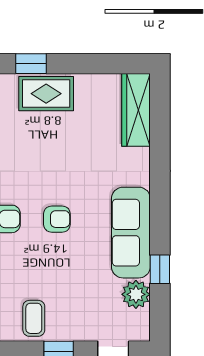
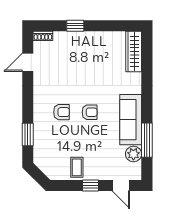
rug: (46, 94) -> (84, 43), removed
window: (160, 269) -> (147, 140), width x2.17

